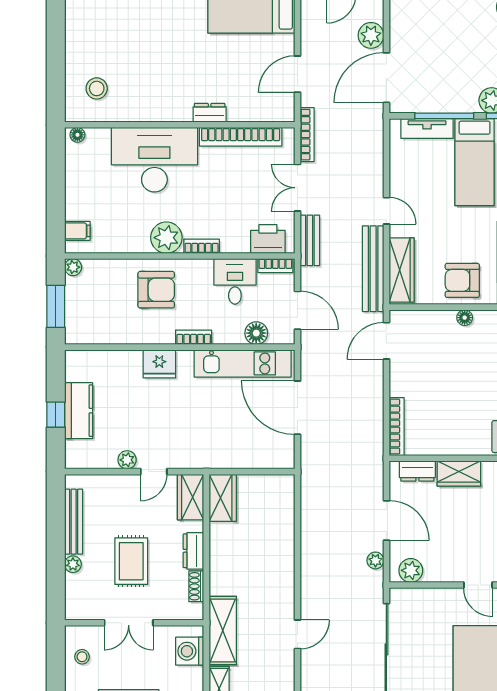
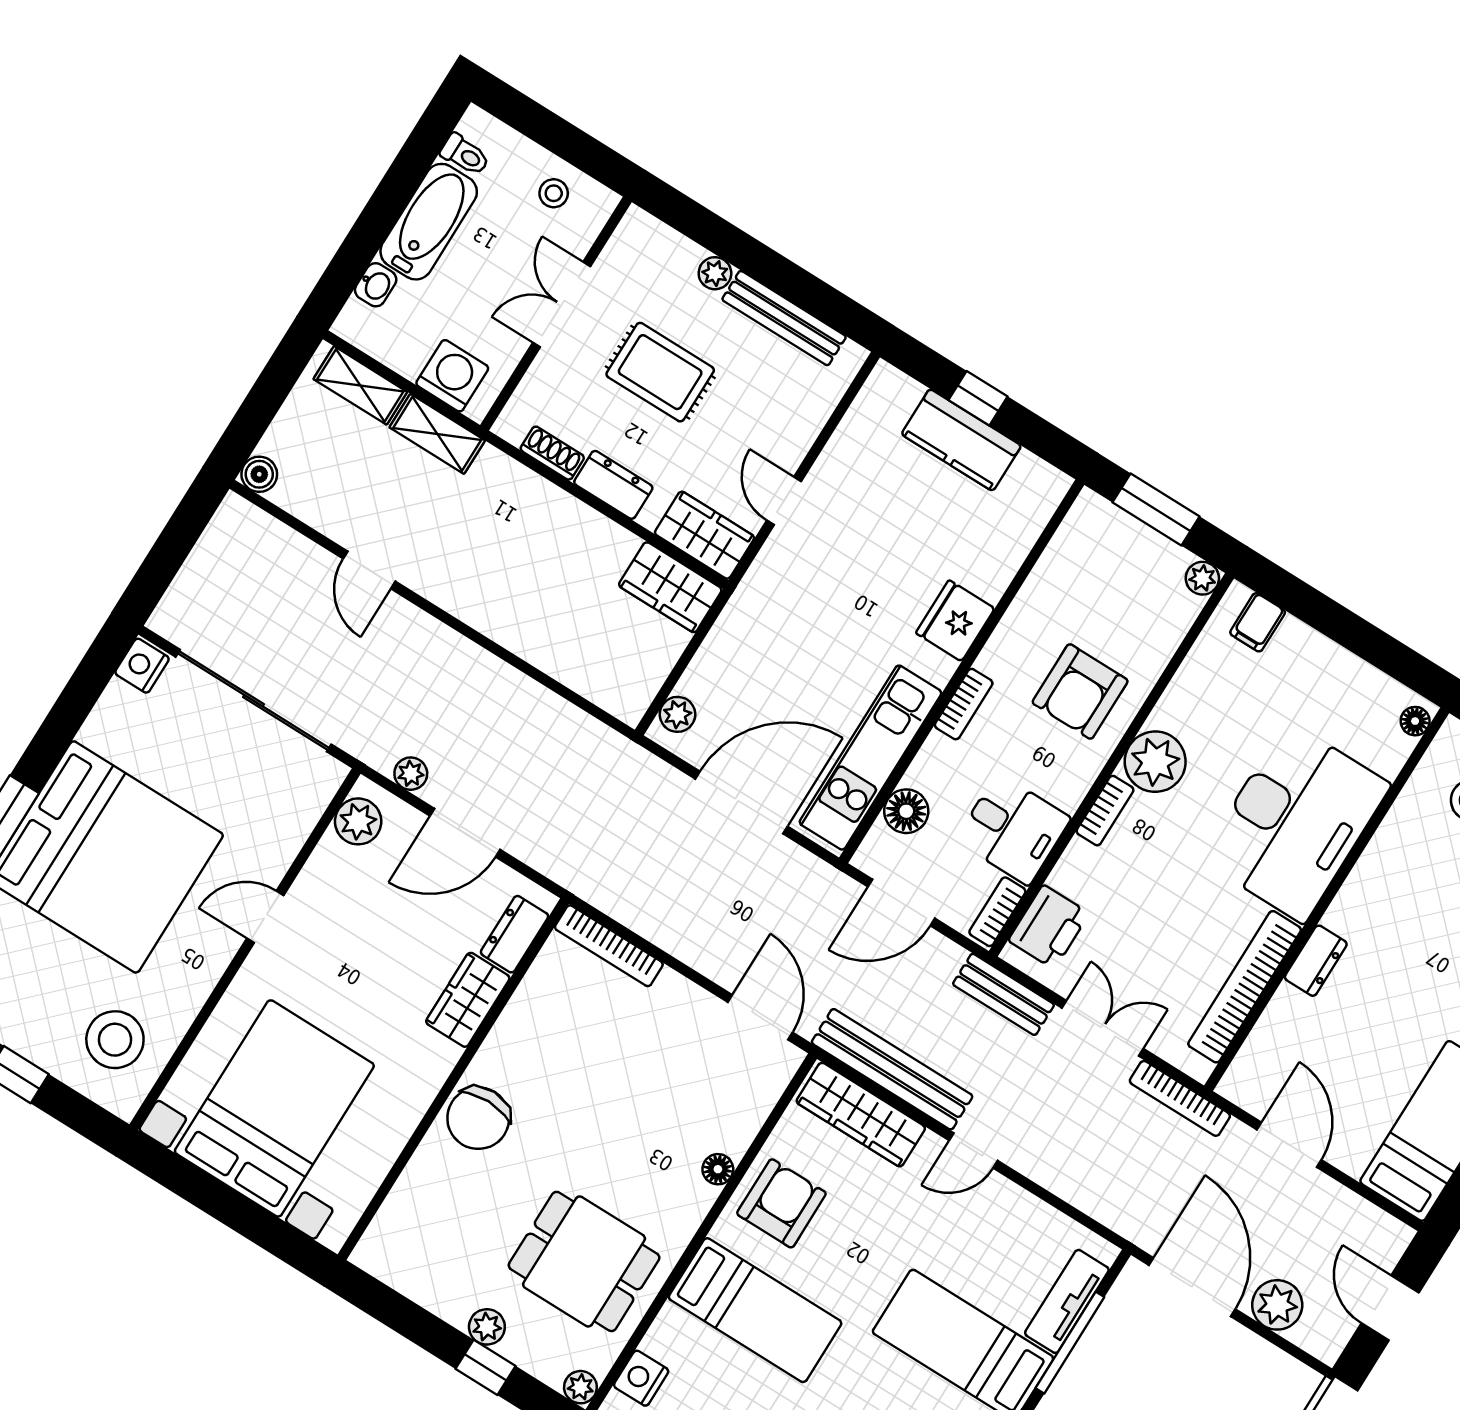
plant: (127, 460) -> (677, 714), moved
shelving: (223, 630) -> (437, 434), width x0.67, depth x0.75

